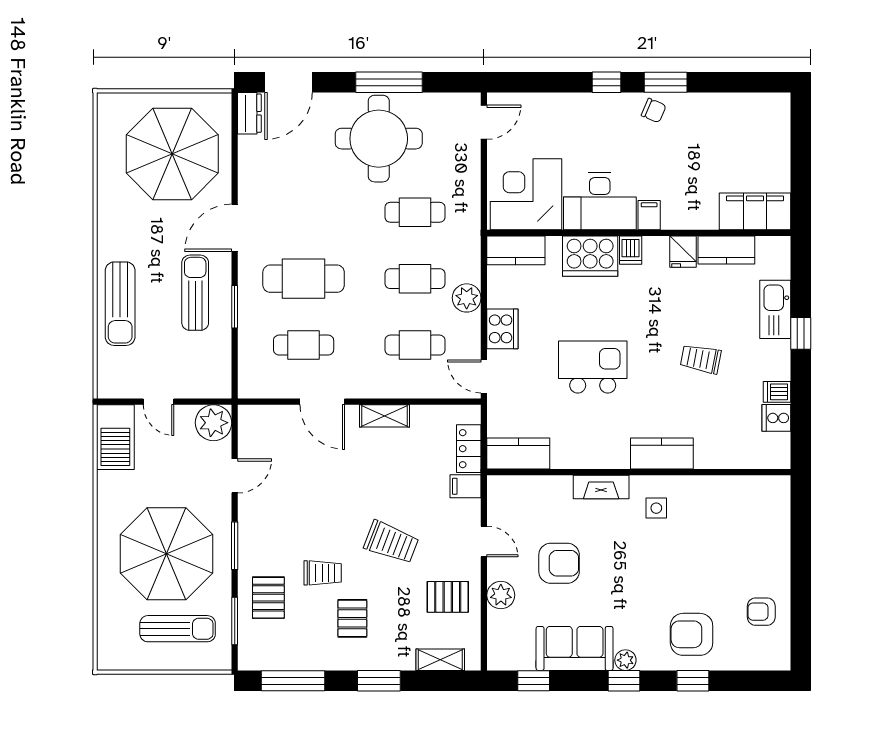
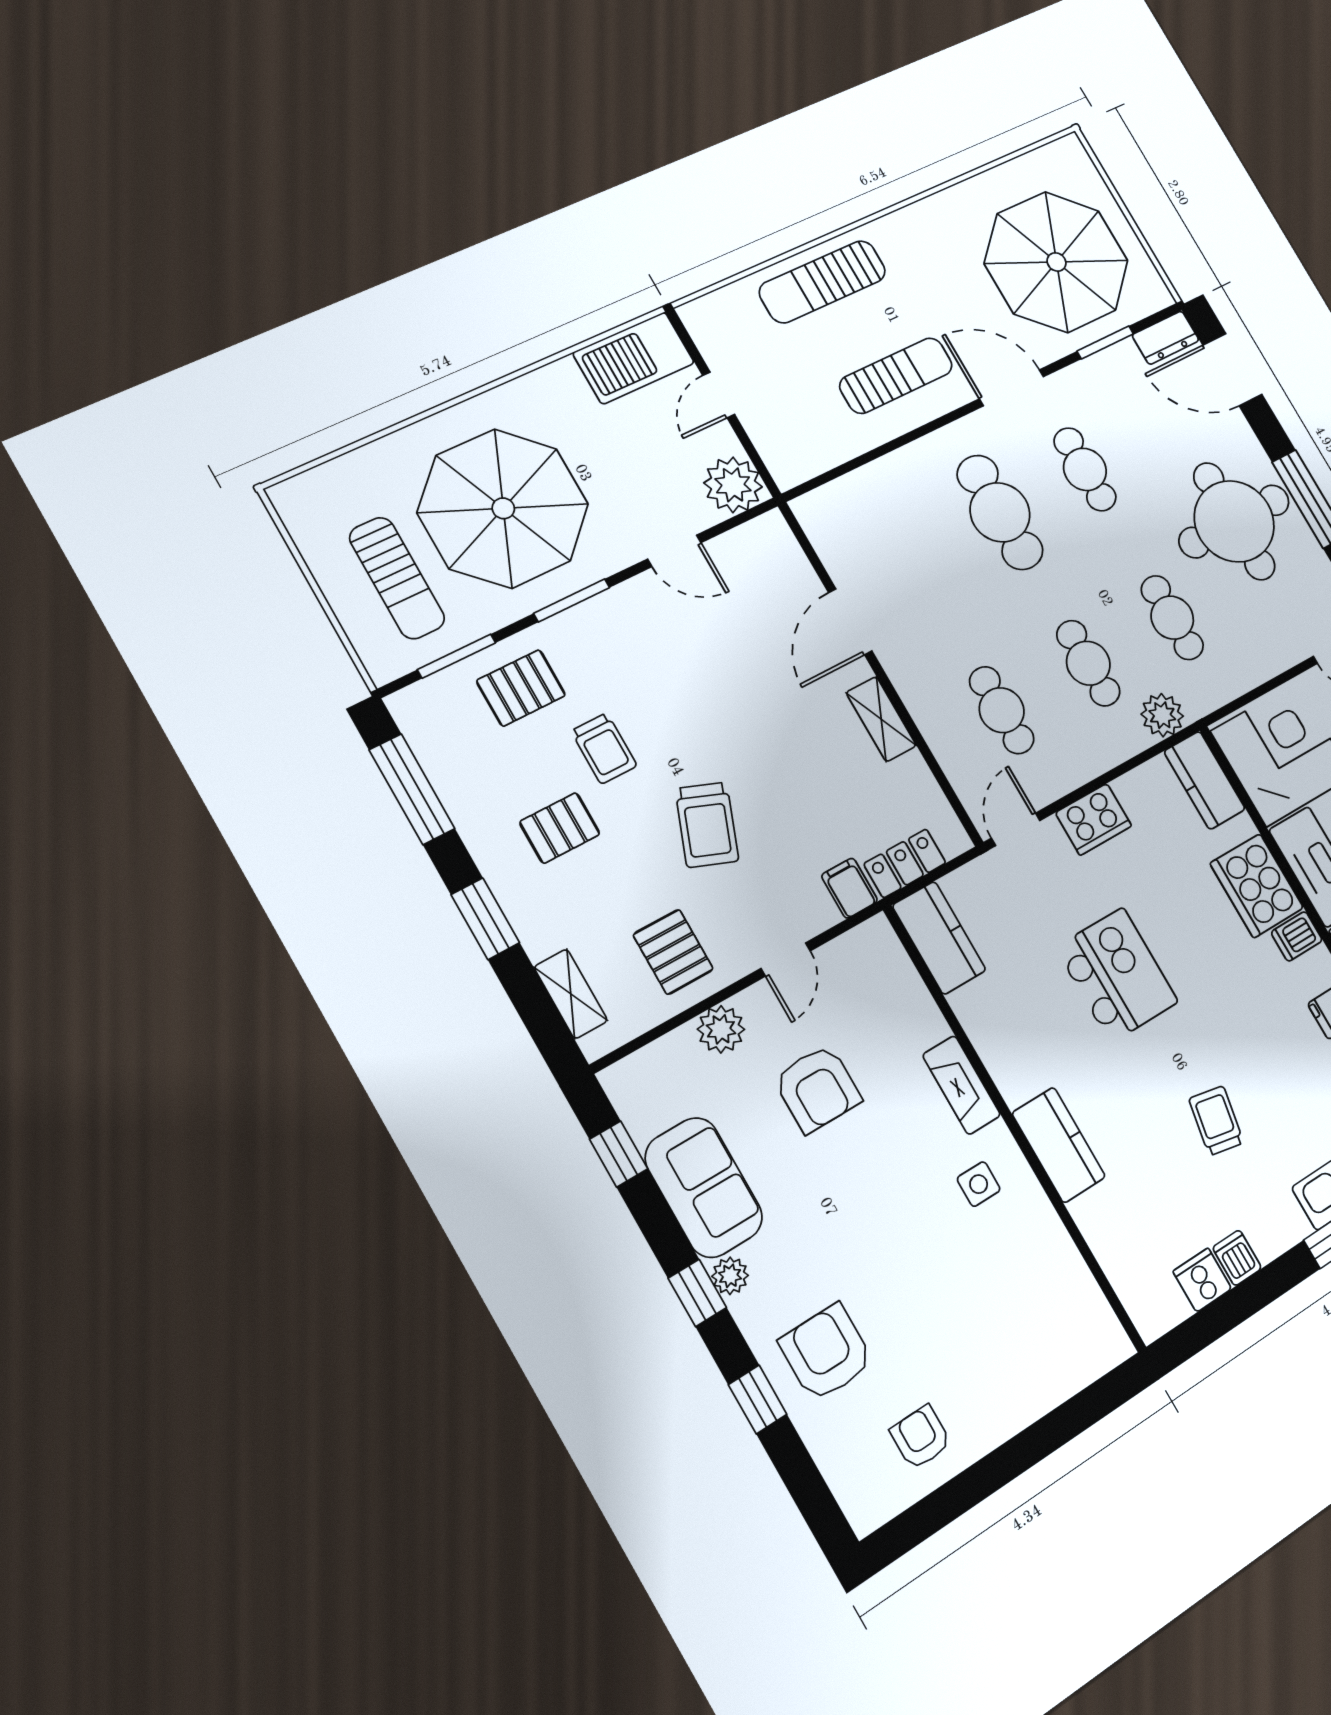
plant: (467, 298) -> (1162, 715), moved
window: (235, 307) -> (1105, 342), moved
cafe table: (304, 345) -> (1085, 469), moved

